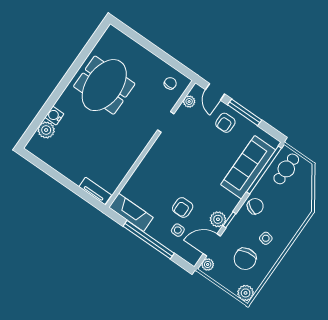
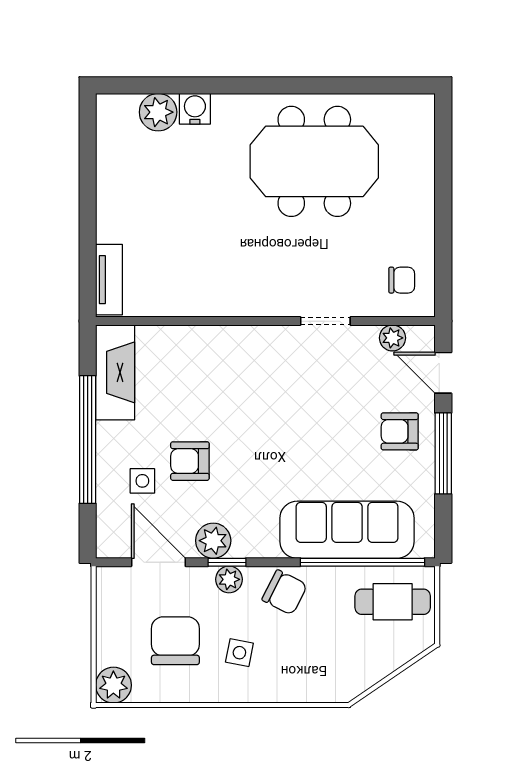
door: (215, 92) -> (443, 373), hinge flipped
chair: (245, 259) -> (175, 641), turned 100
plant: (208, 264) -> (229, 579), moved

